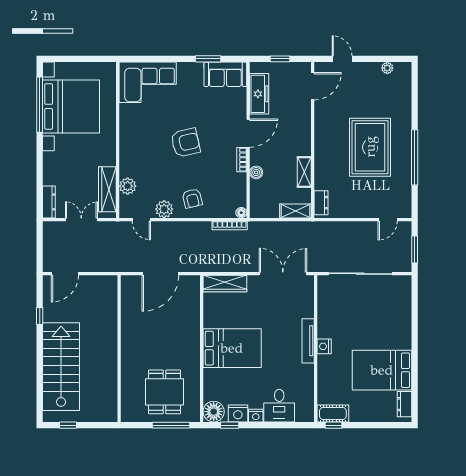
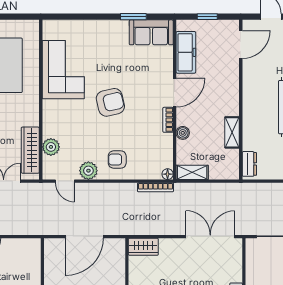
corner sofa: (148, 82) -> (63, 70), moved, turned -90
armchair: (192, 198) -> (117, 160), turned 104
shelving: (296, 211) -> (192, 172), moved
wardrobe: (225, 283) -> (143, 247), width x0.67

